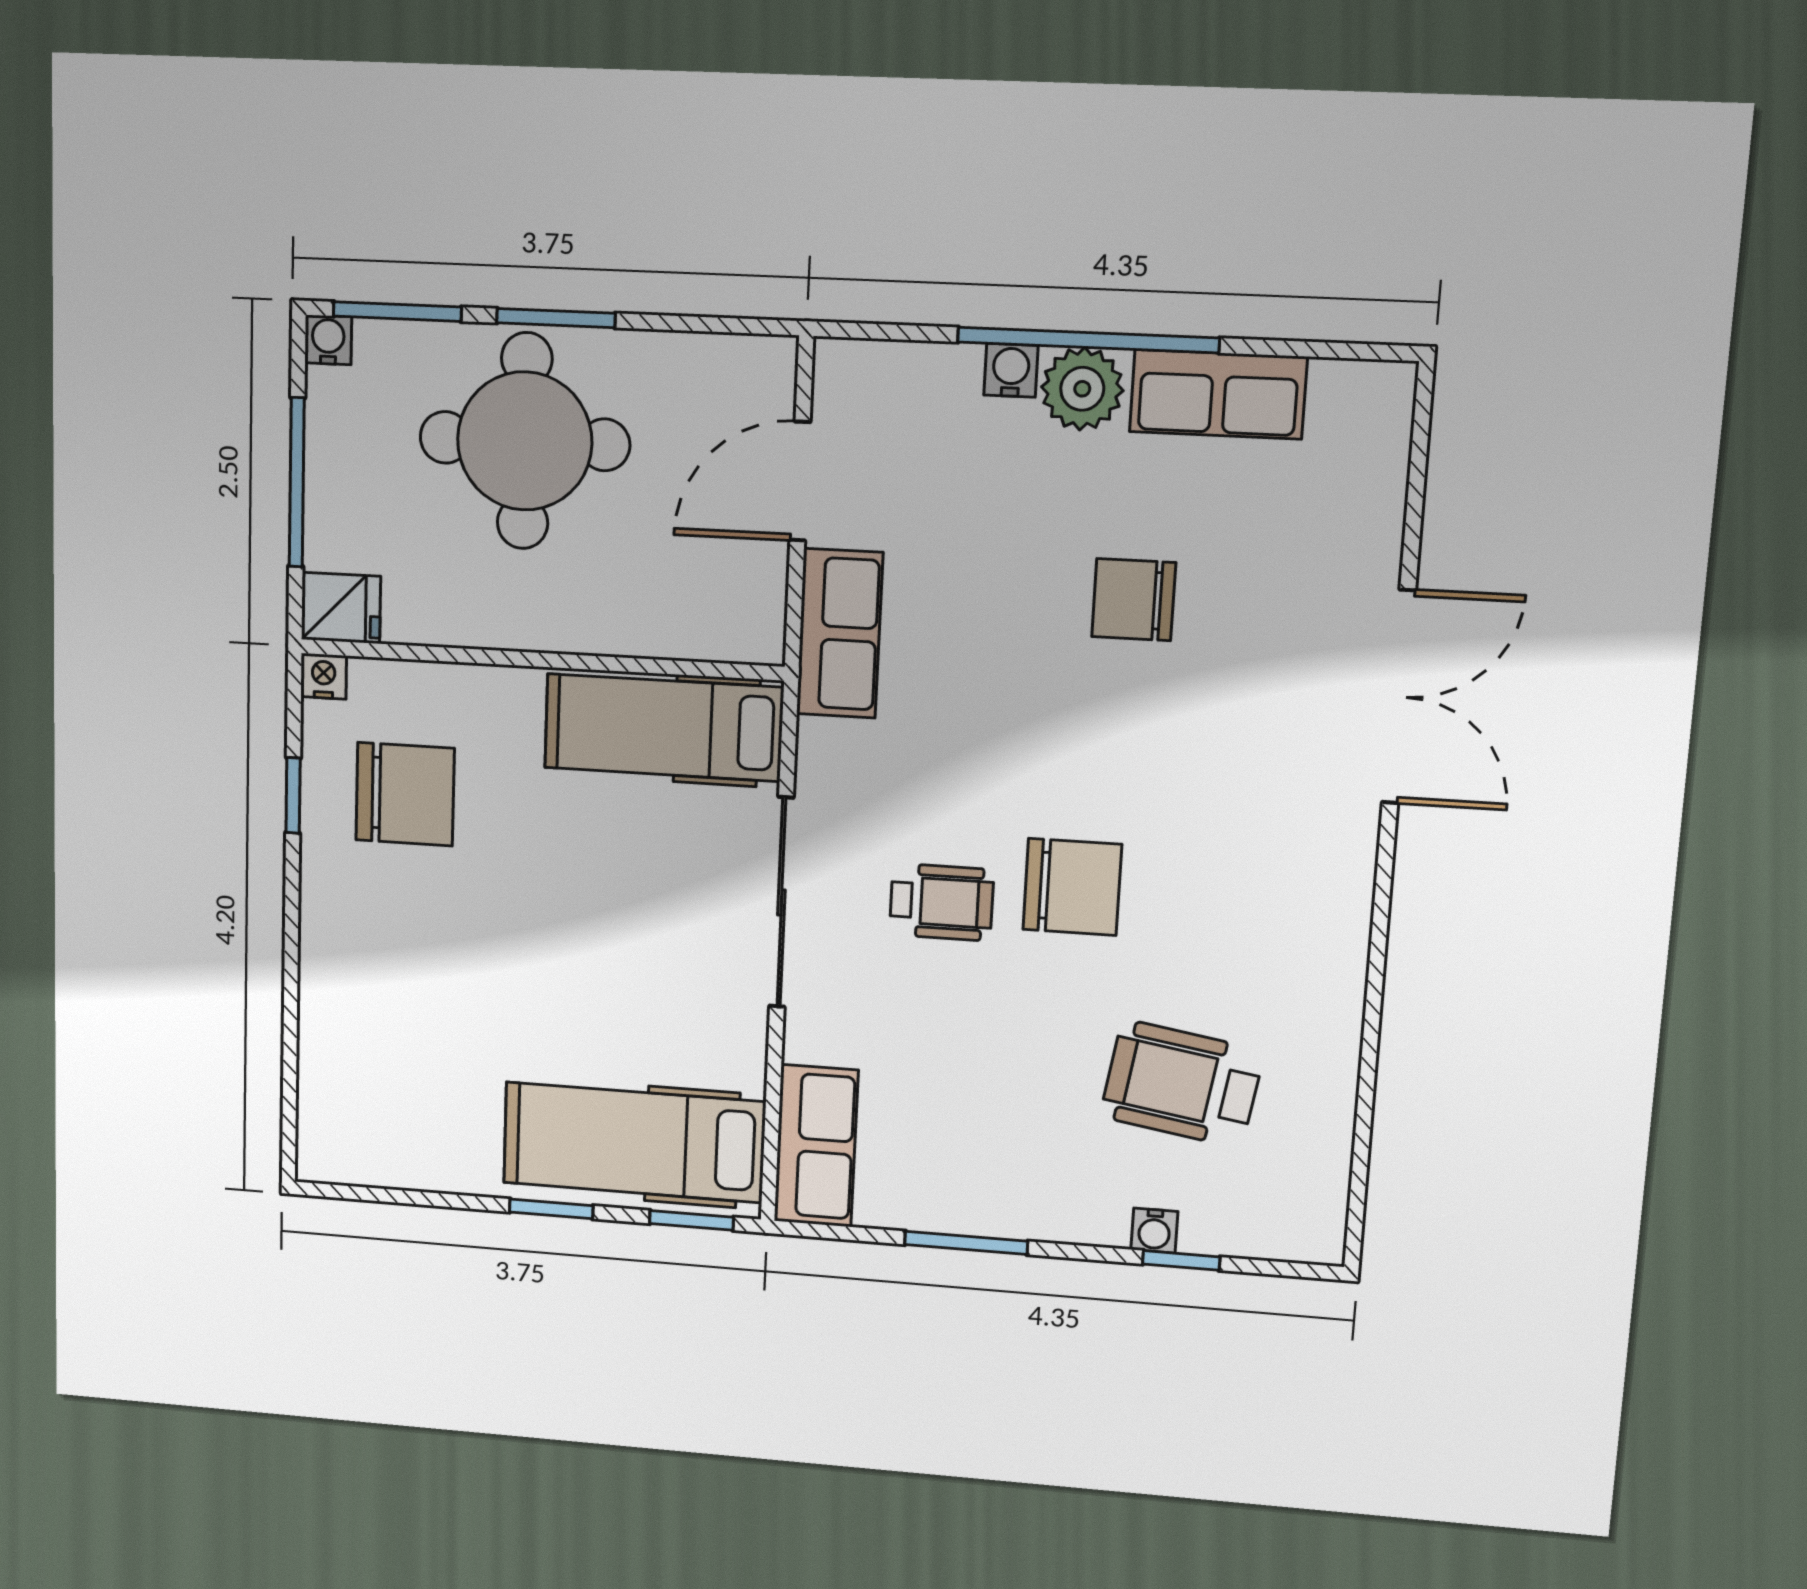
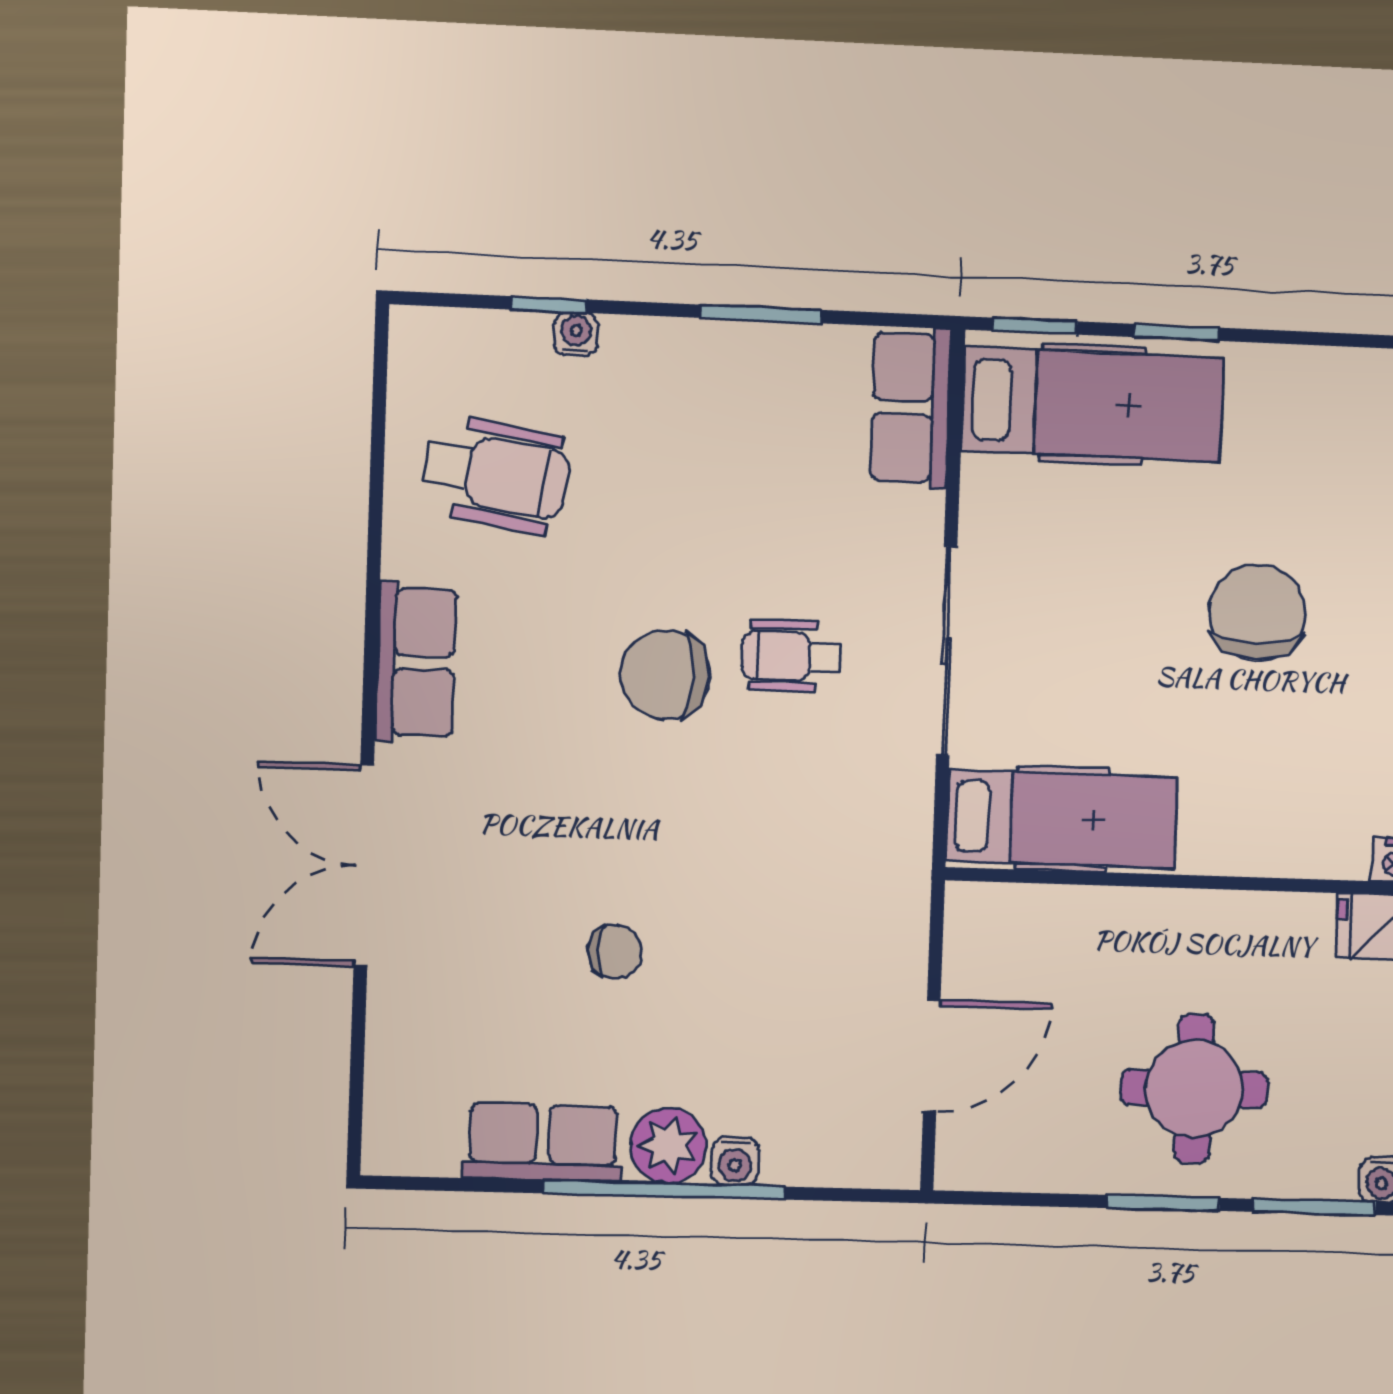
round table: (525, 441) -> (1194, 1089), width x0.73, depth x0.73
chair: (1134, 600) -> (615, 951), width x0.73, depth x0.73
row of seats: (840, 633) -> (416, 662), moved, turned 180
chair: (405, 794) -> (1257, 613), moved, turned 90
wheelchair: (1182, 1084) -> (496, 474), moved

